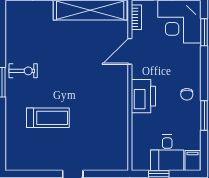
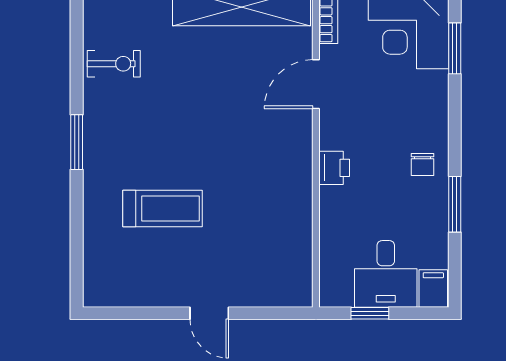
exercise bike: (23, 71) -> (114, 64), moved
printer: (143, 96) -> (334, 168), width x0.53, depth x0.68

